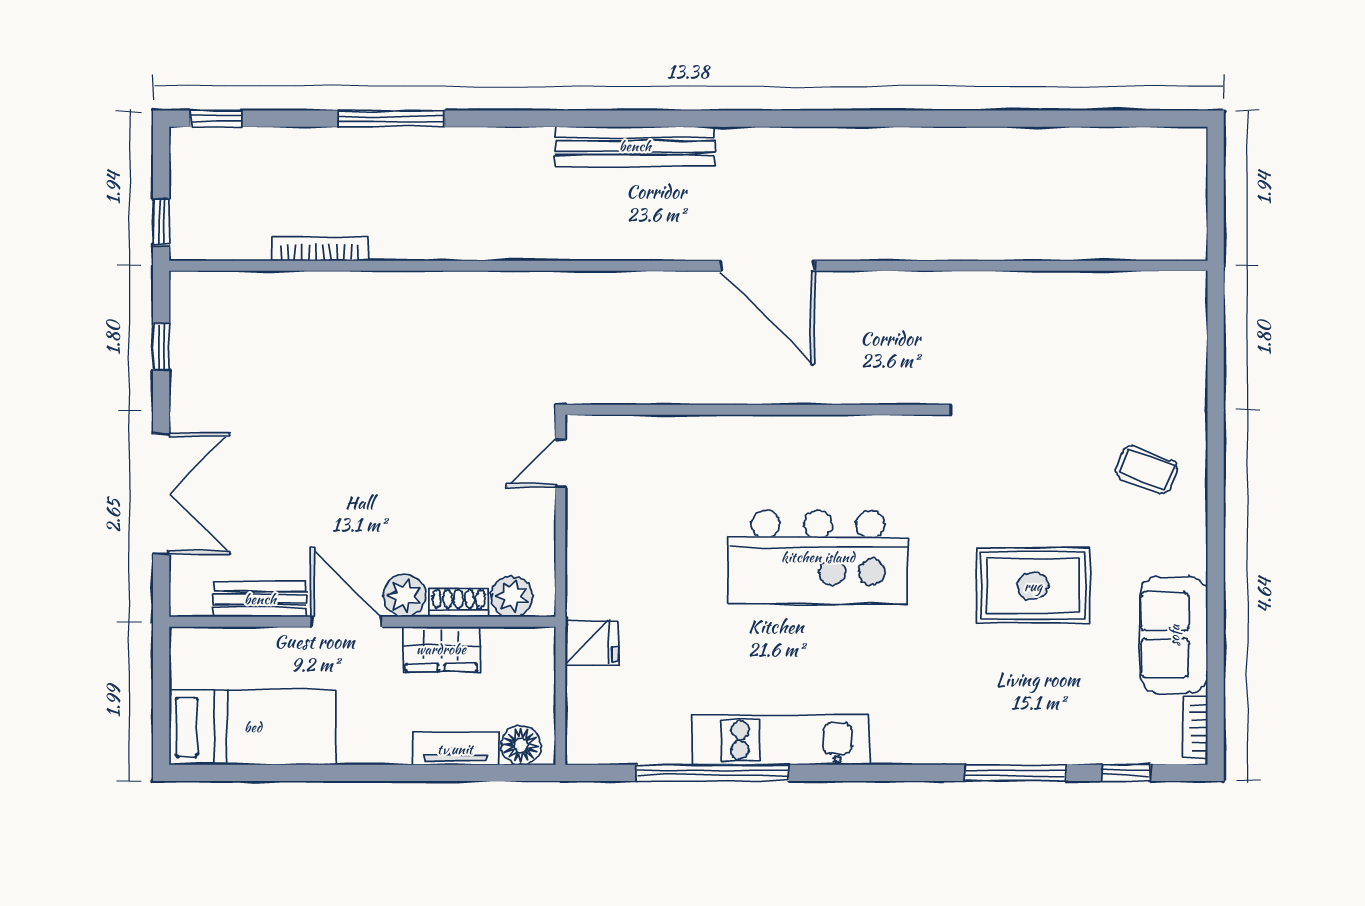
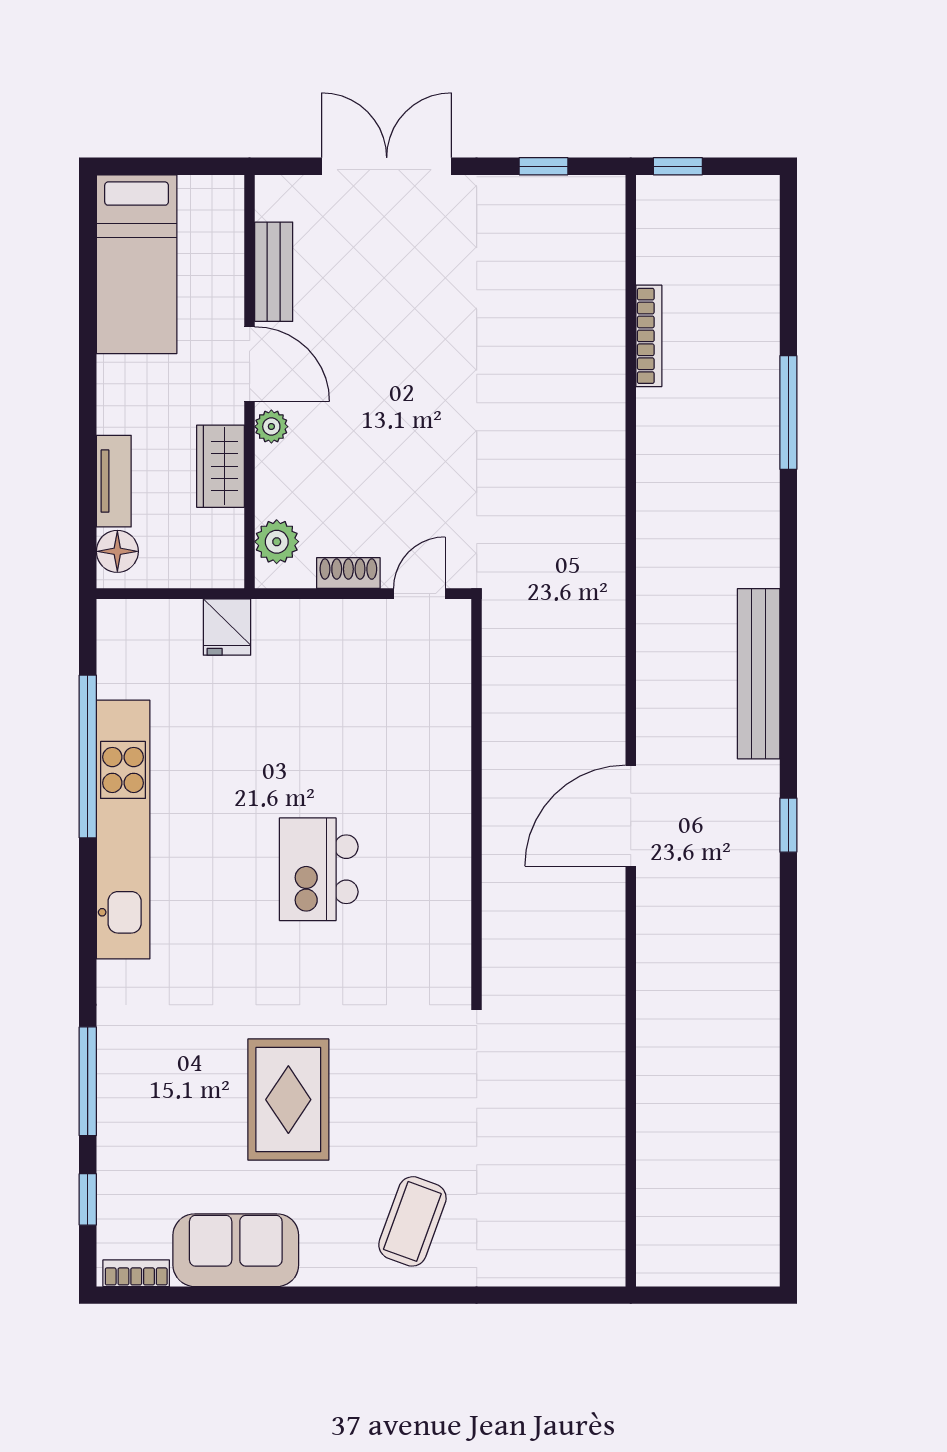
window: (216, 119) -> (788, 825), moved
door: (560, 463) -> (419, 594), hinge flipped
coffee table: (1147, 470) -> (412, 1221), width x1.36, depth x1.30
double door: (161, 494) -> (387, 166), swing flipped
kitchen island: (818, 557) -> (319, 869), width x0.54, depth x0.78
plant: (404, 596) -> (271, 427), width x0.73, depth x0.73
shoe rack: (459, 603) -> (348, 573), moved, turned -90
door: (346, 622) -> (250, 364), hinge flipped
kitchen unit: (781, 740) -> (123, 829), width x1.36

